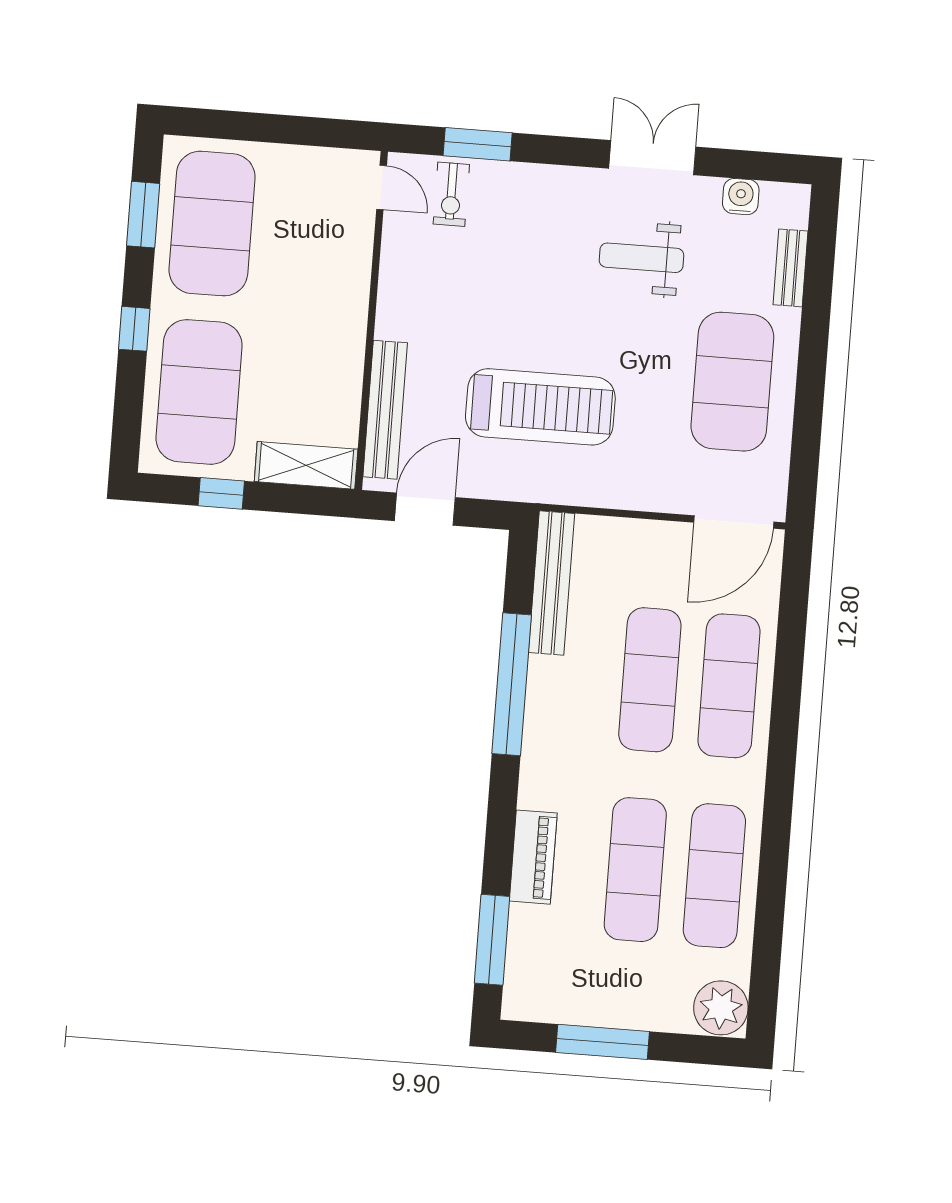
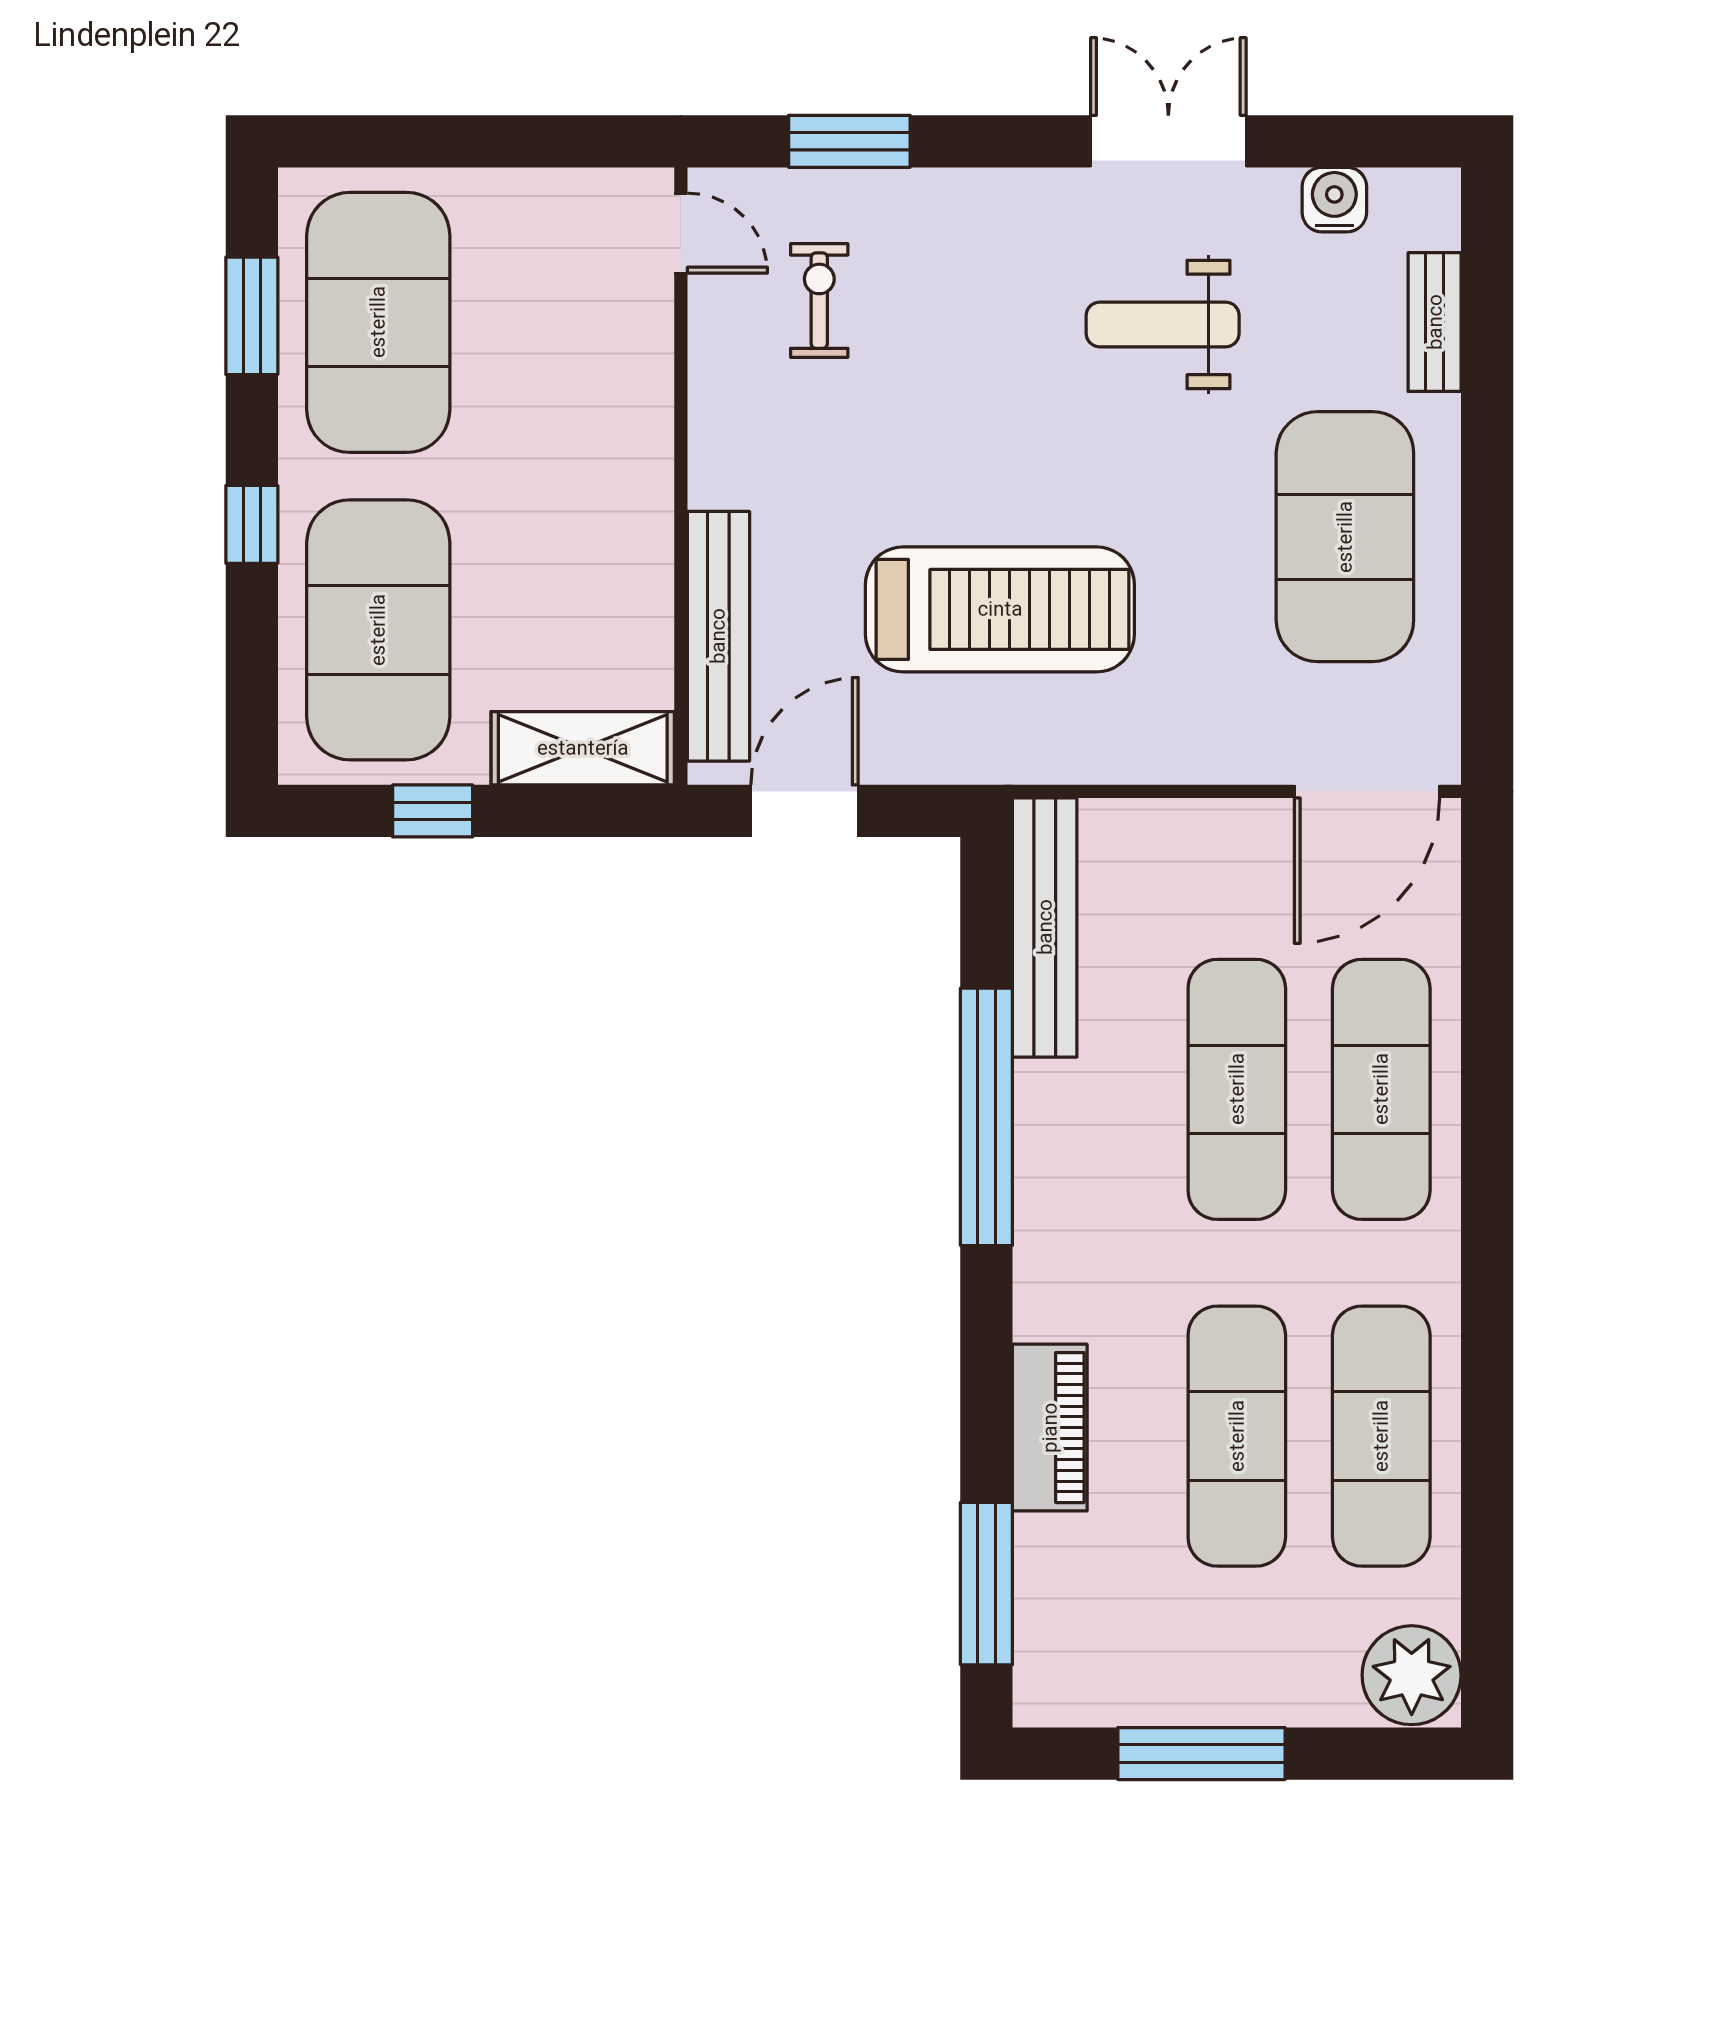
exercise bike: (451, 194) -> (819, 301), moved, turned 180

